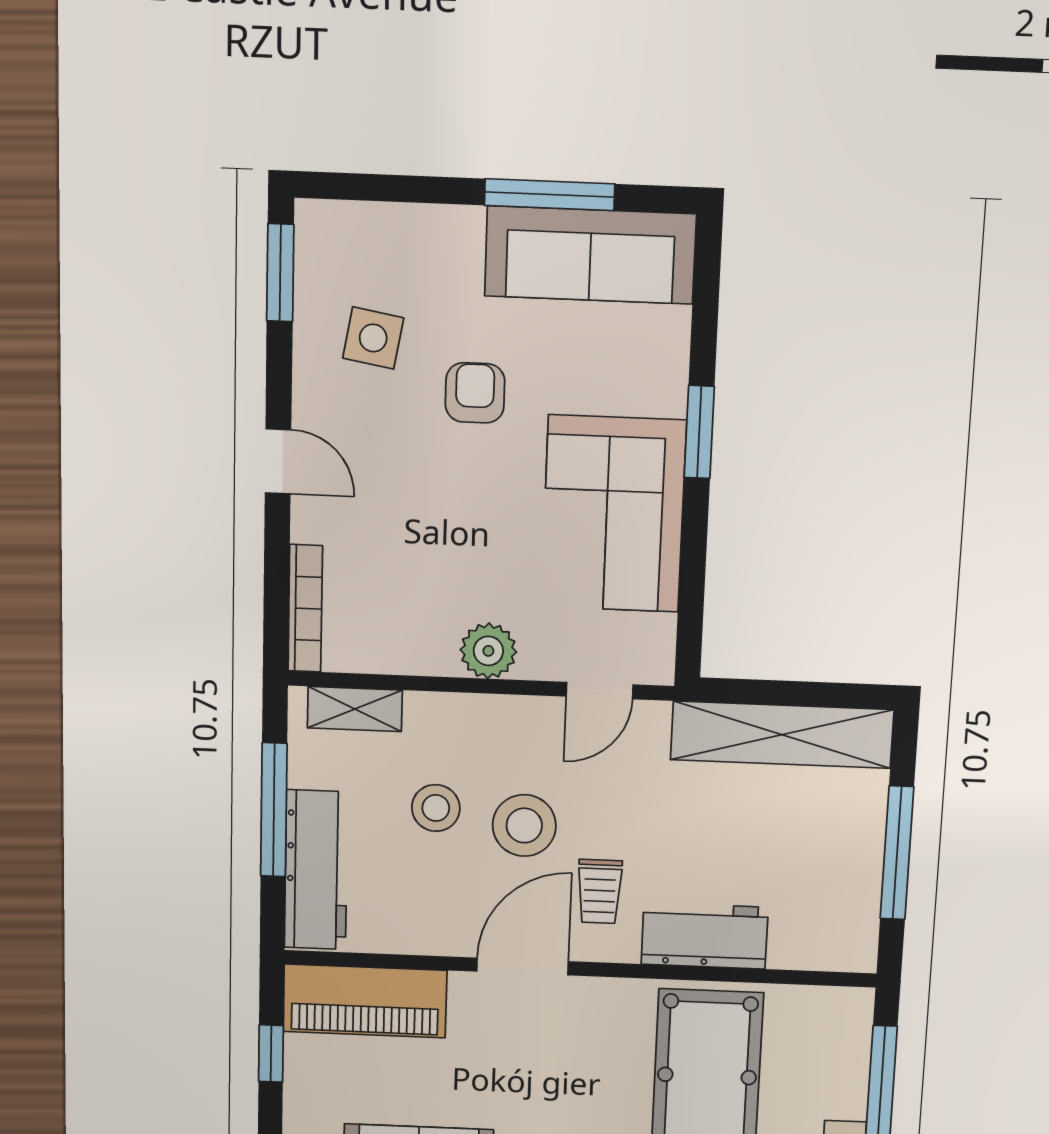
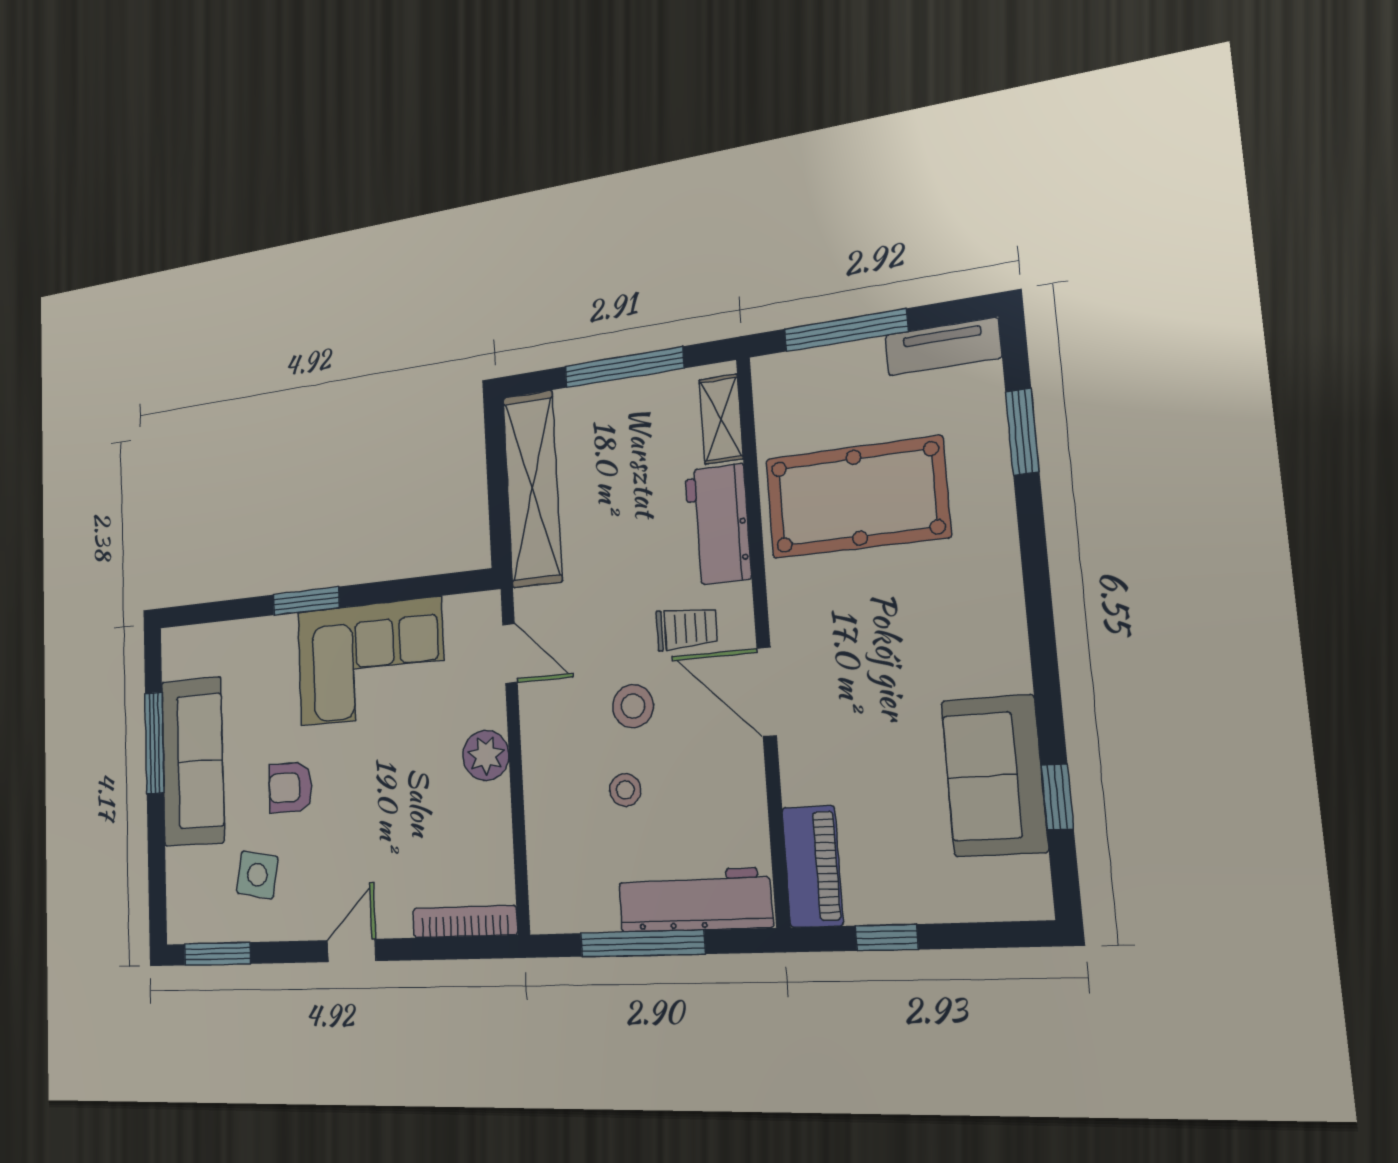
sofa: (590, 255) -> (193, 761), moved
shelving: (355, 709) -> (721, 419), moved
stool: (436, 808) -> (625, 790), width x0.73, depth x0.73
stool: (524, 825) -> (633, 706), width x0.73, depth x0.73
piano: (365, 1001) -> (812, 866), width x0.73, depth x0.75

